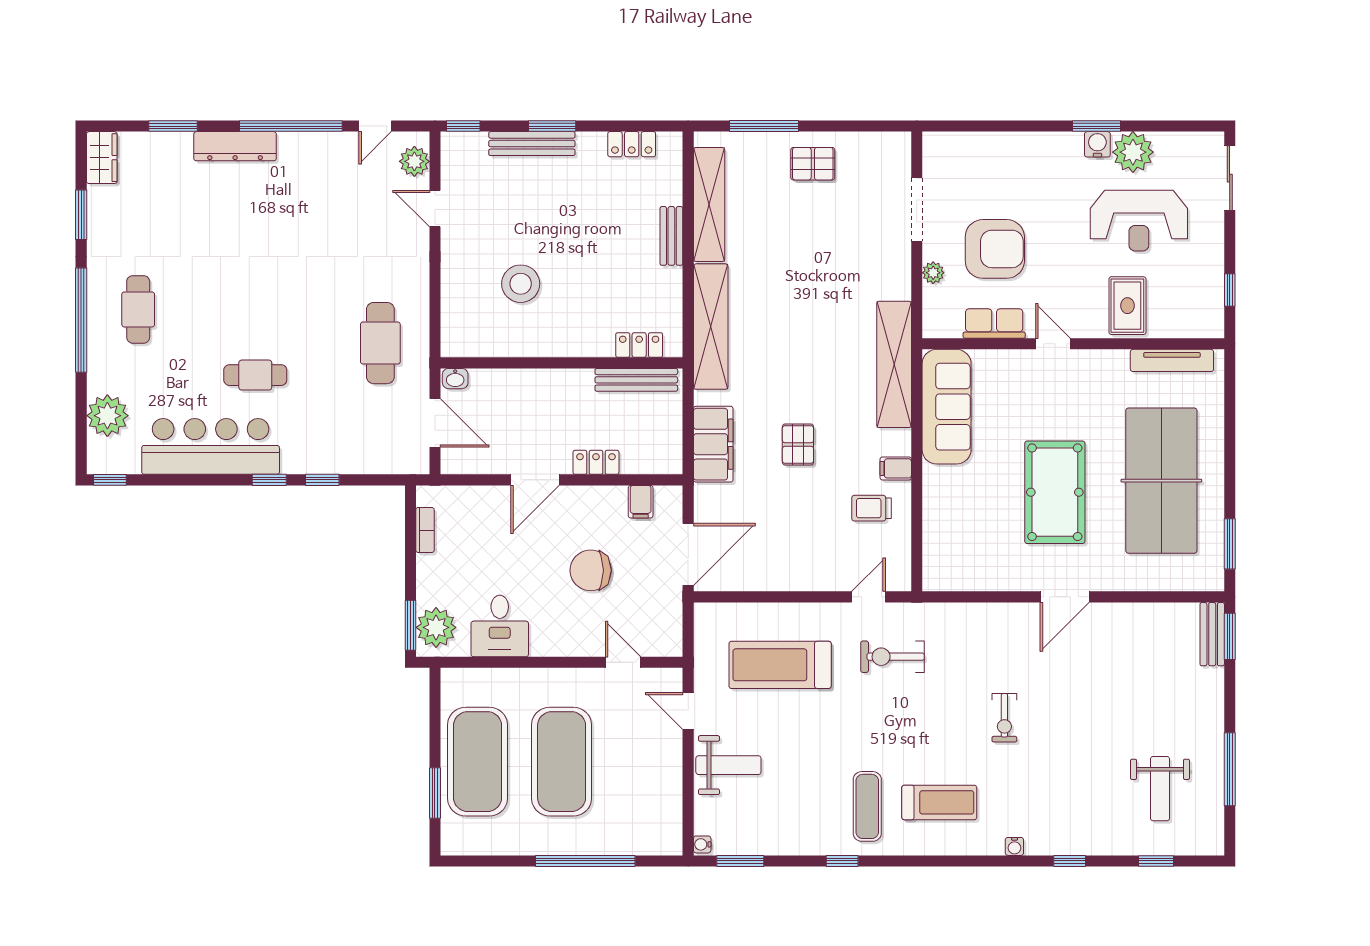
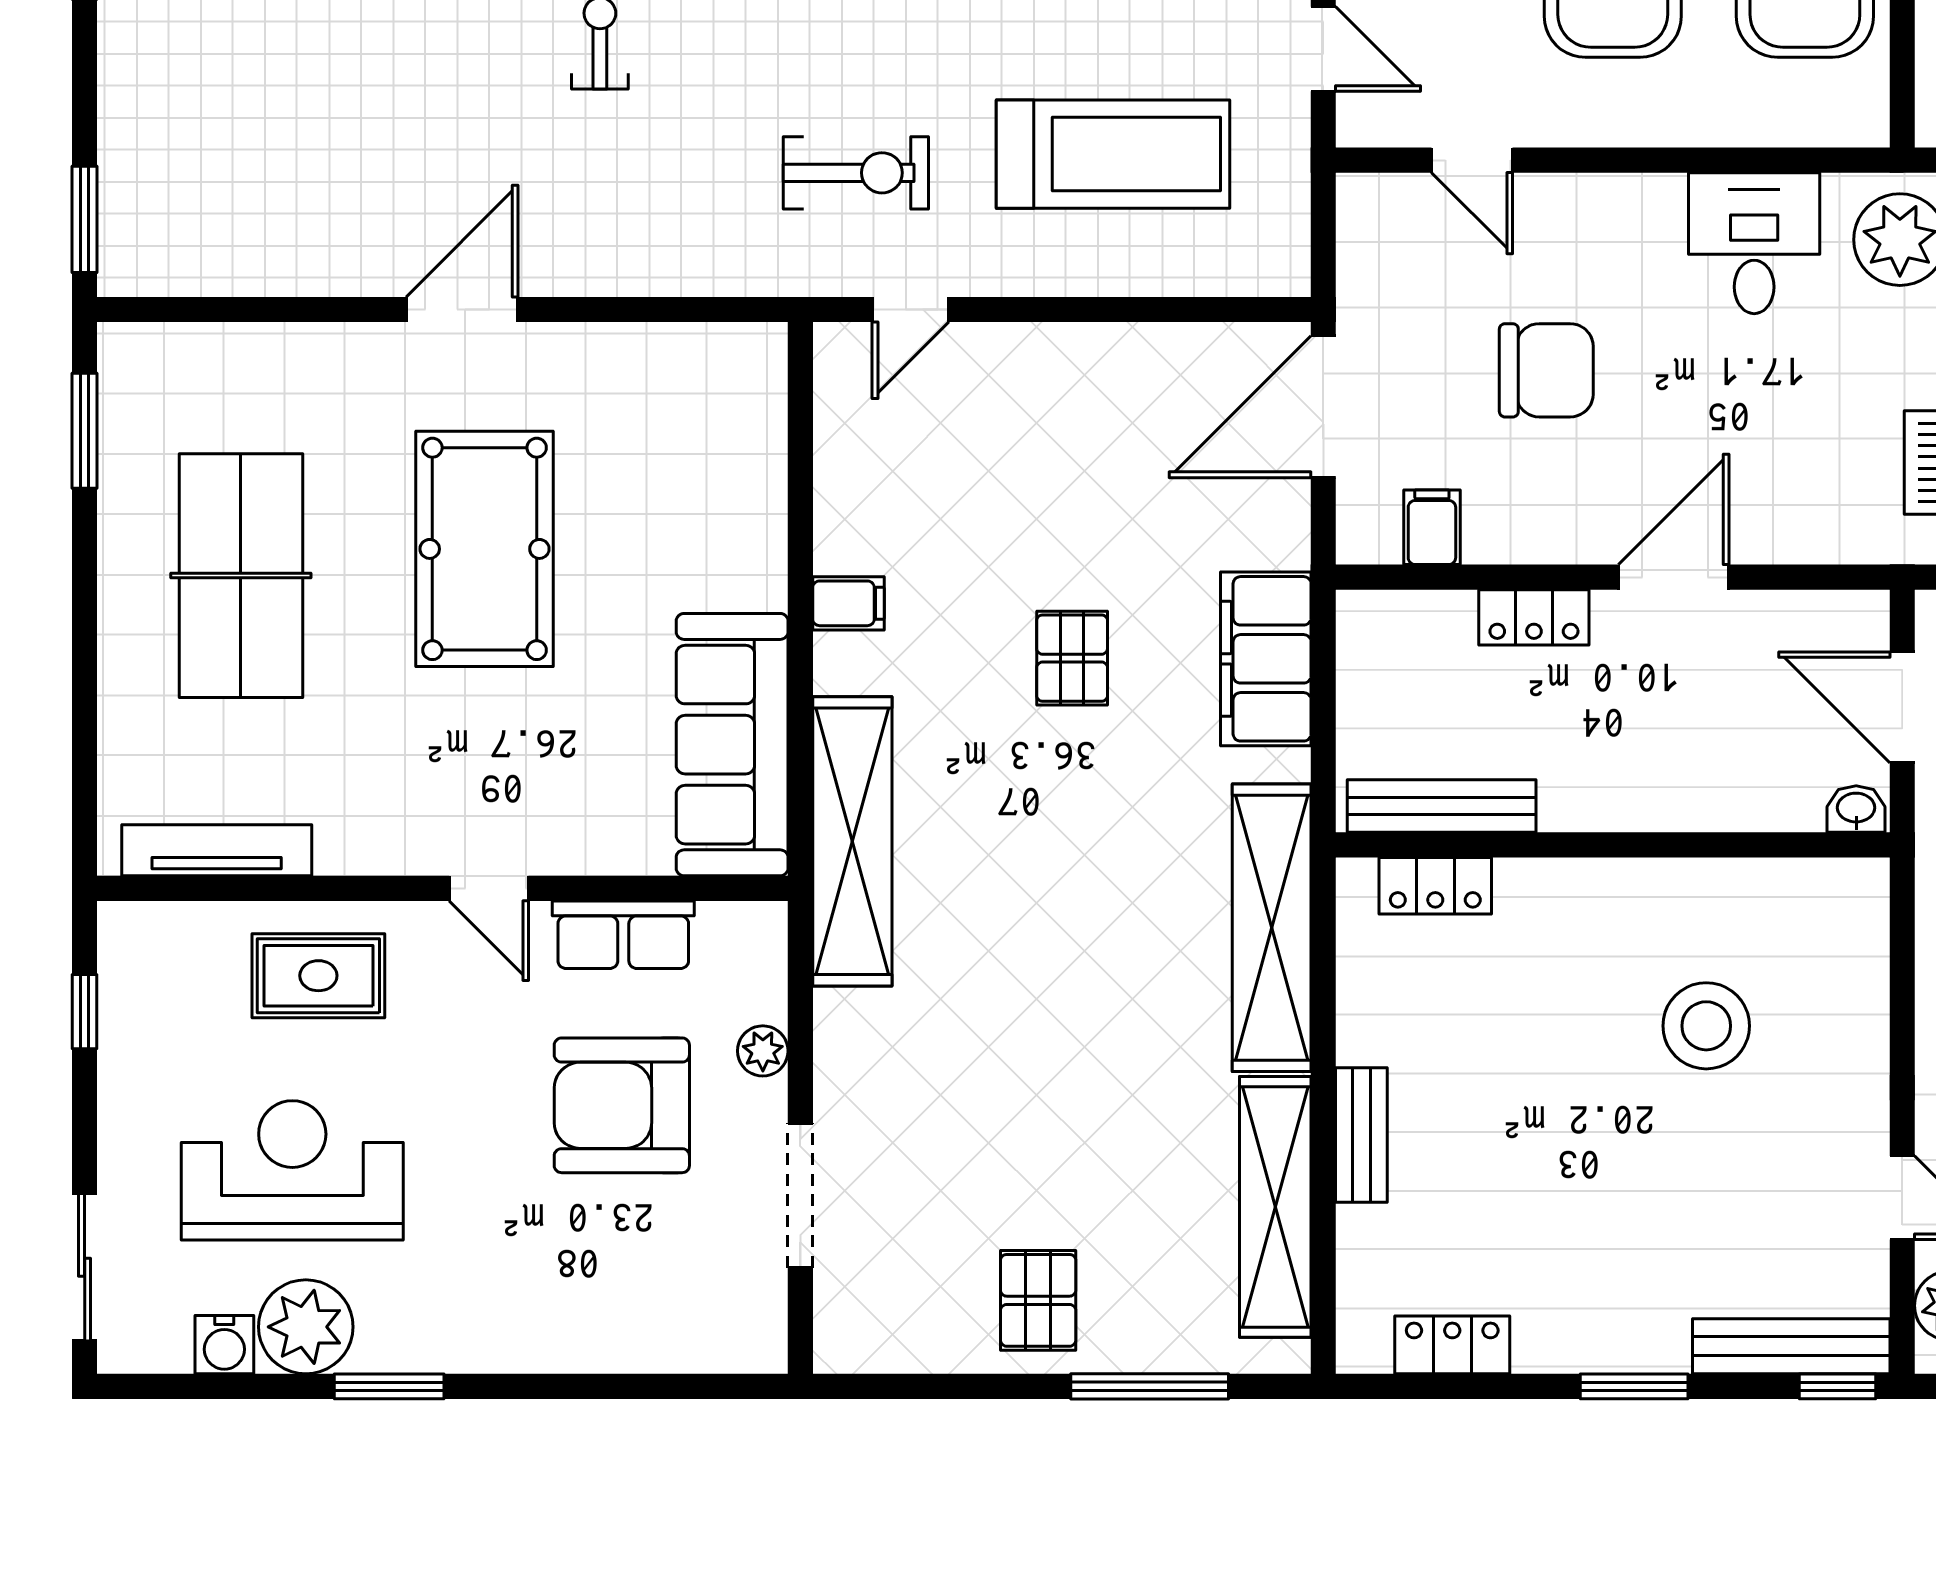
bench: (532, 144) -> (1791, 1346), moved
water cooler: (1097, 144) -> (224, 1345), moved
pallet: (813, 164) -> (1038, 1300), turned 90
rug: (1127, 306) -> (318, 976), turned 90
table tennis table: (1161, 481) -> (241, 576), width x0.73, depth x0.76
trolley: (871, 508) -> (904, 512), removed
bench: (1212, 634) -> (125, 224), removed

